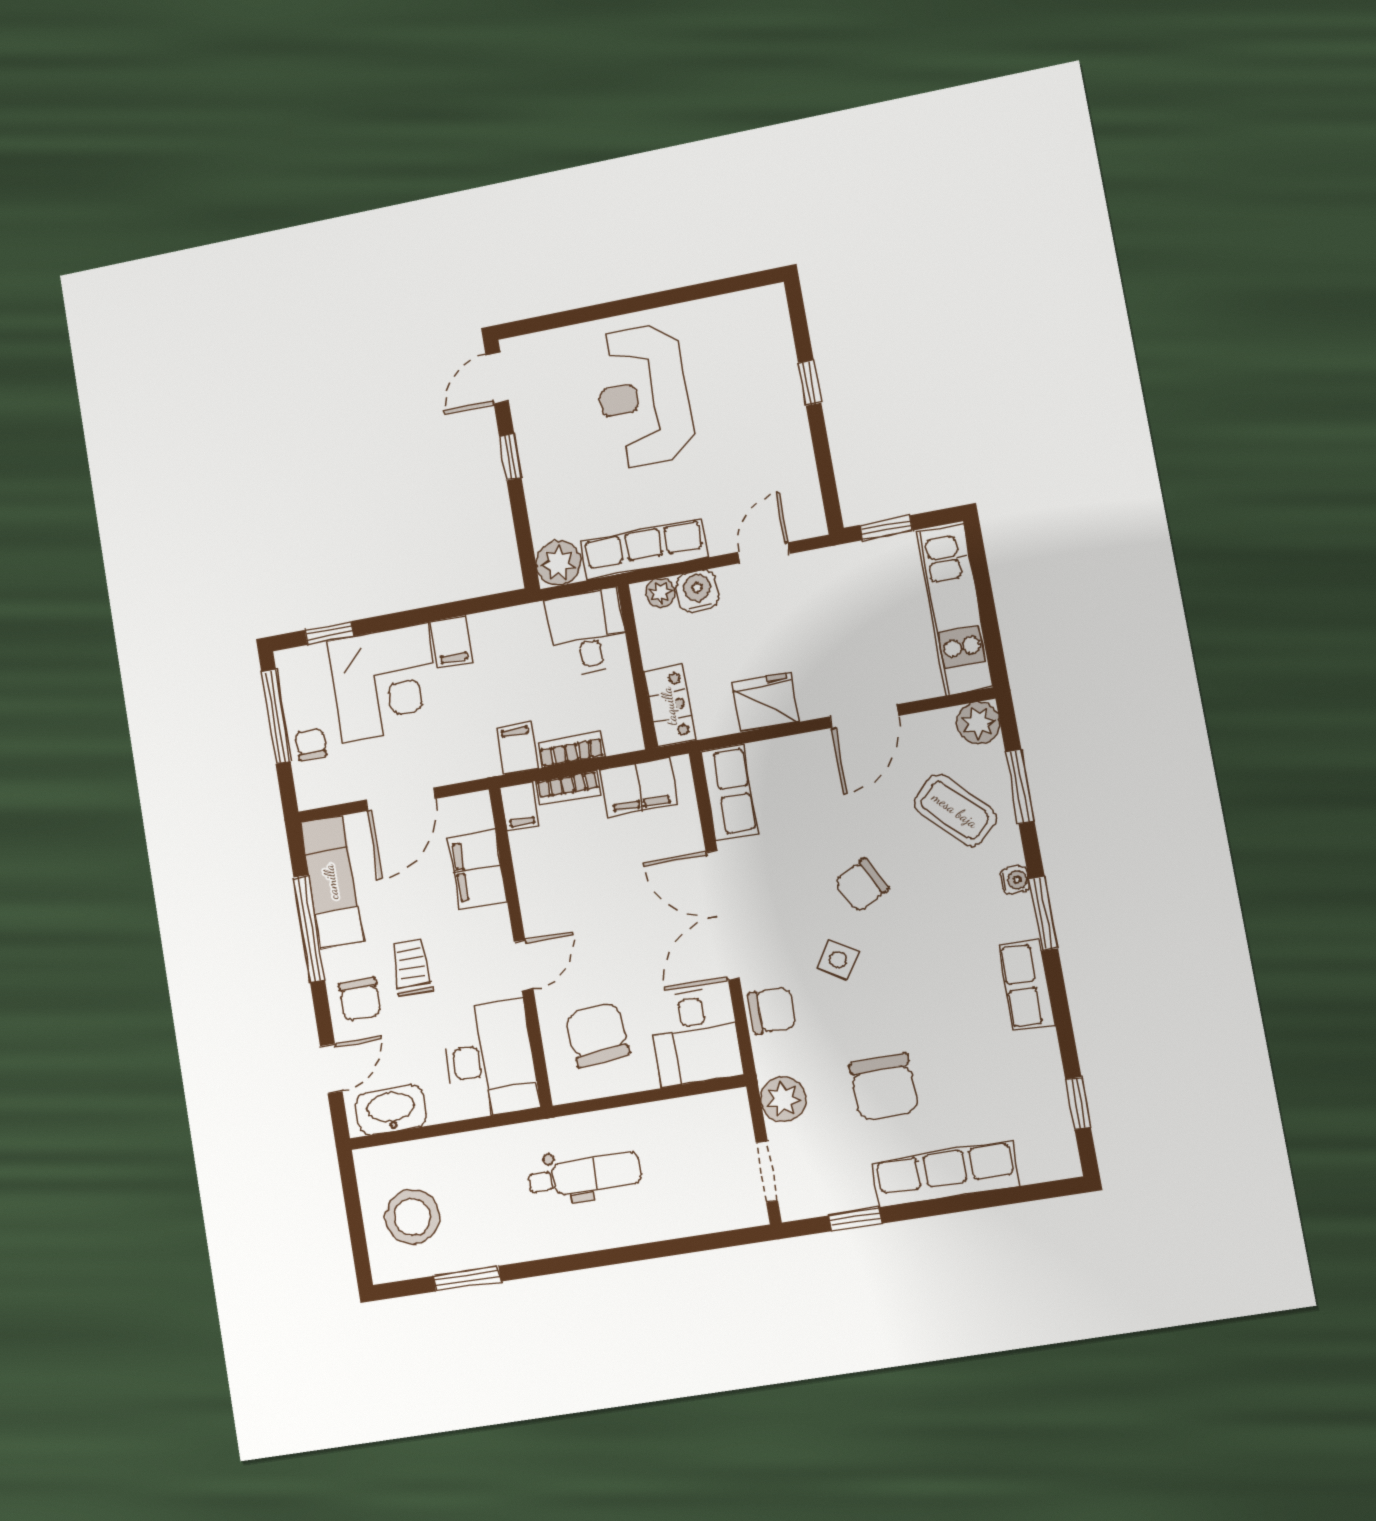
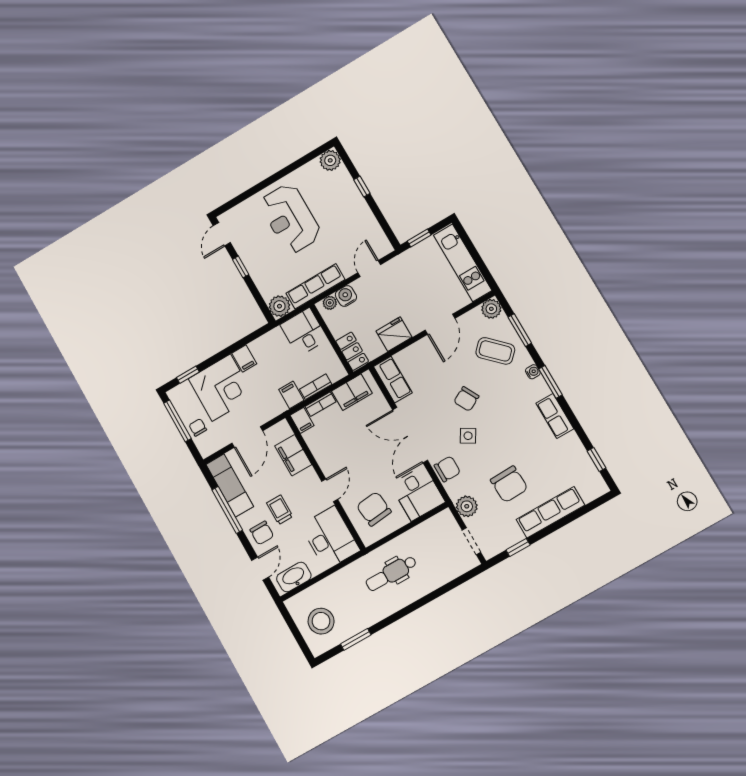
plant: (766, 308) -> (330, 160), added
dental chair: (585, 1175) -> (391, 573), turned 180

